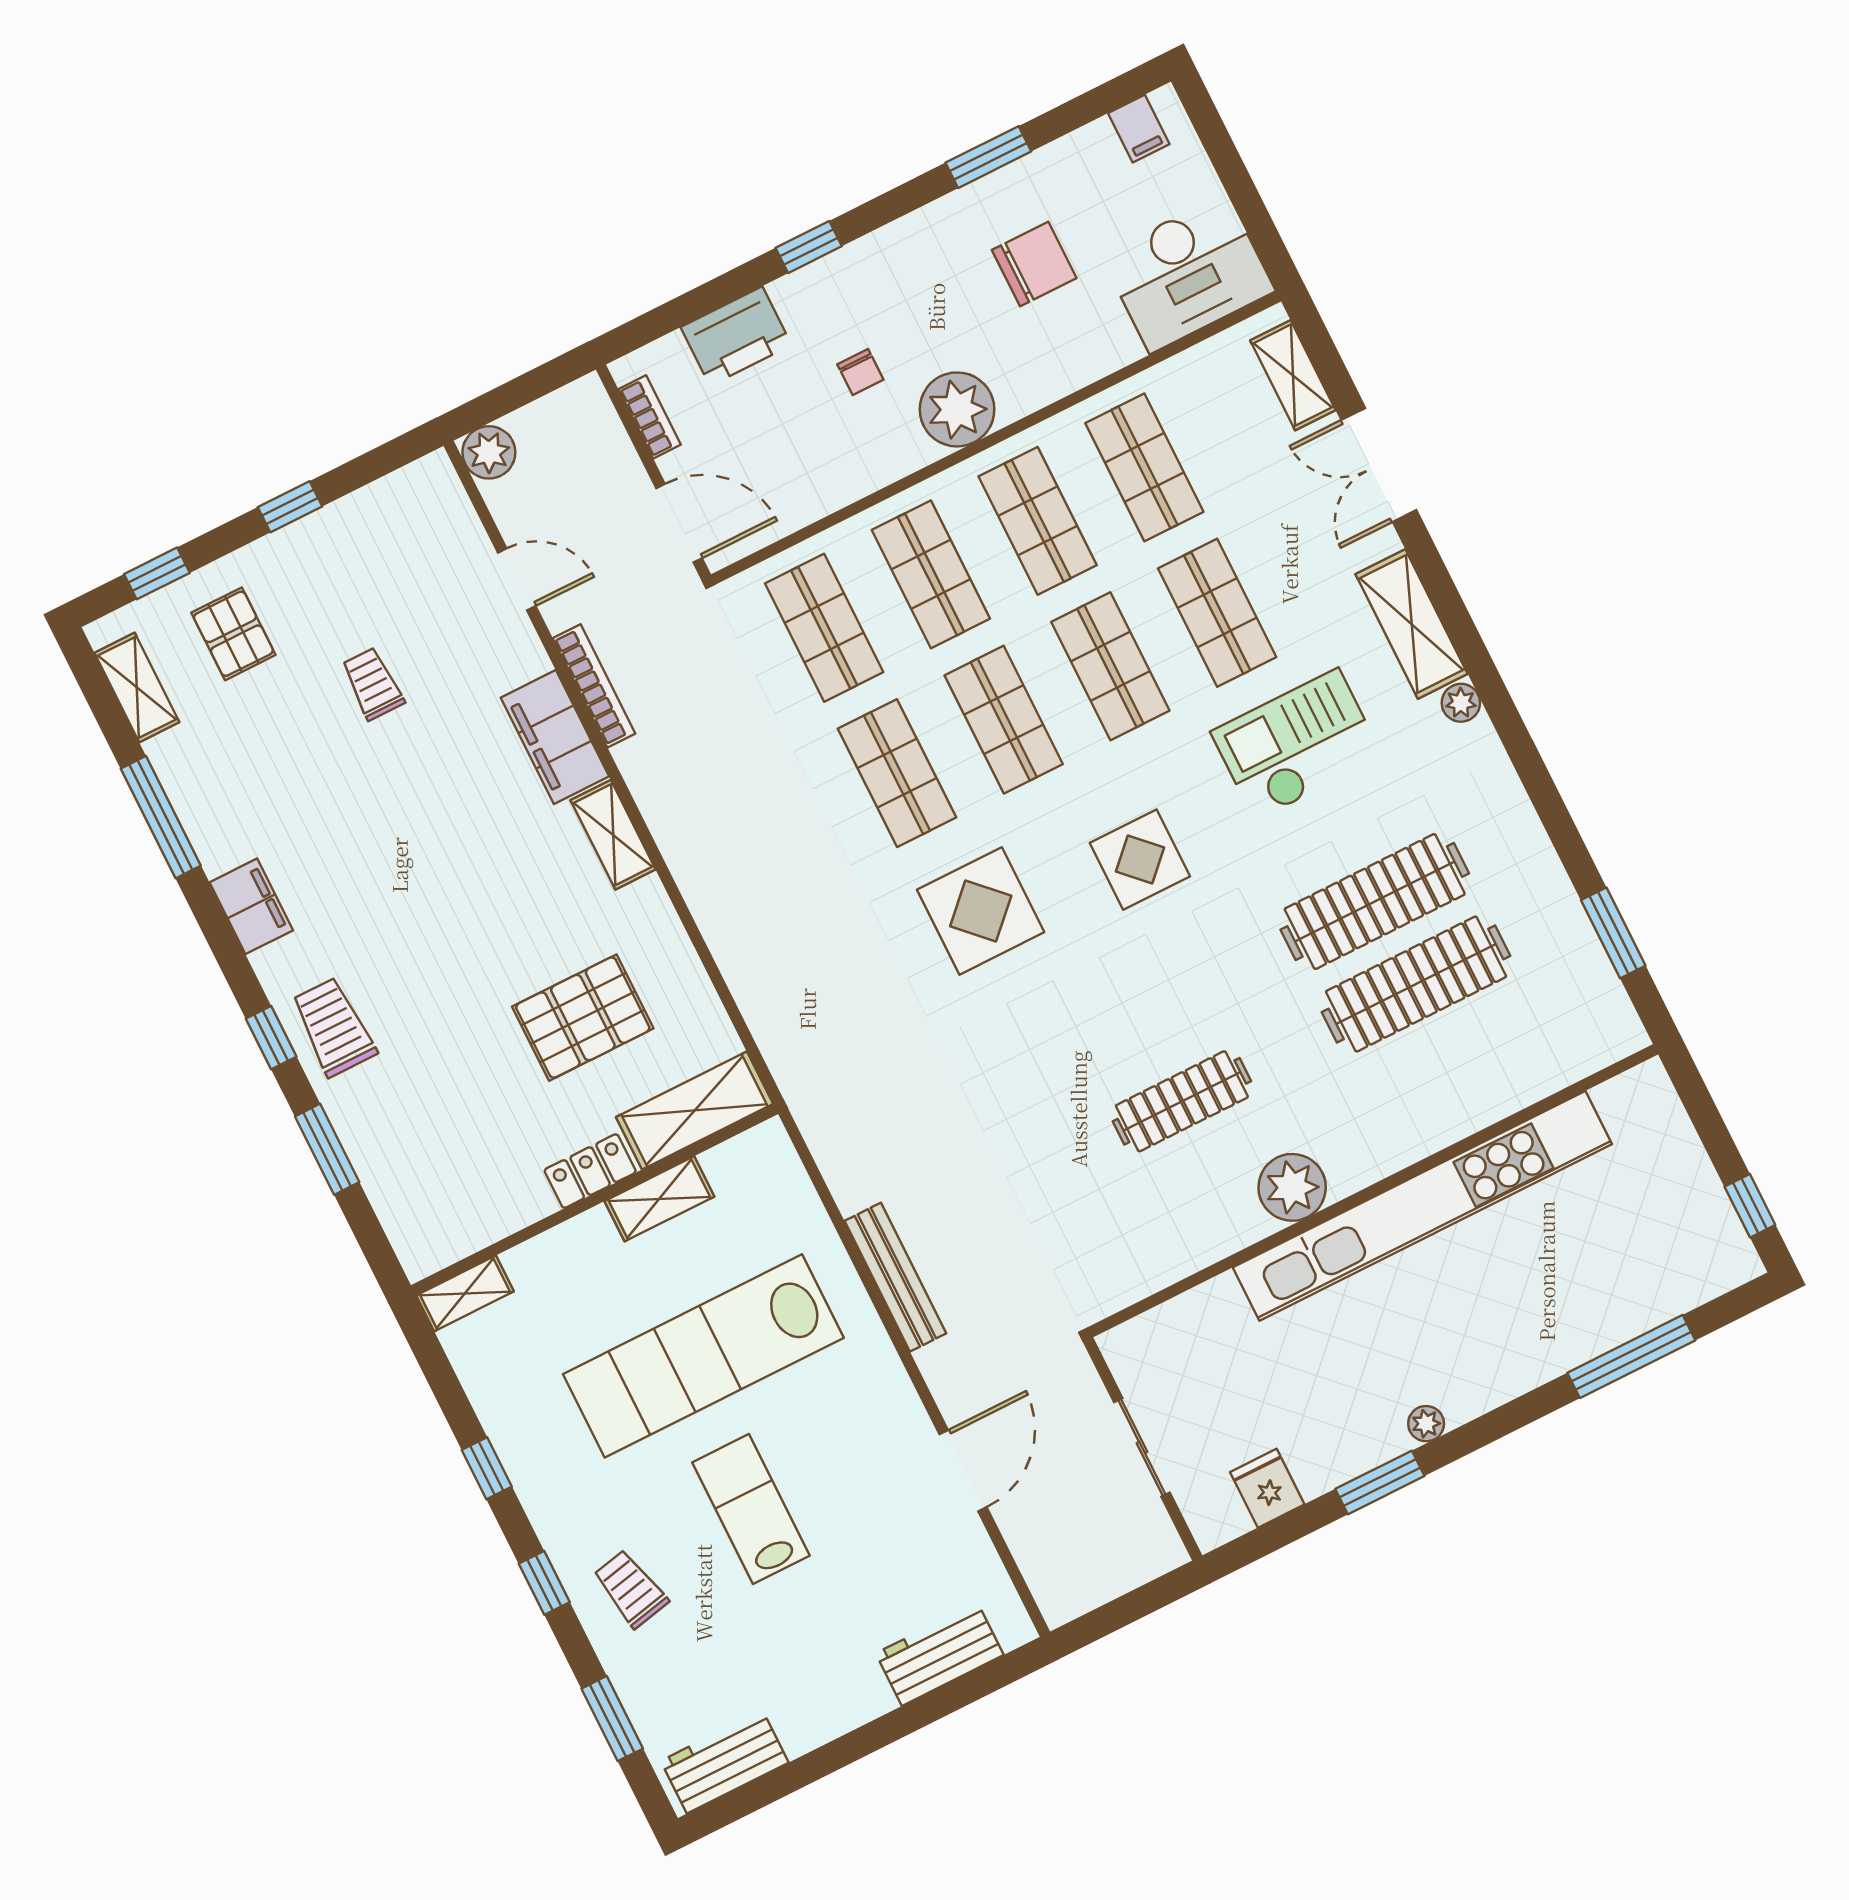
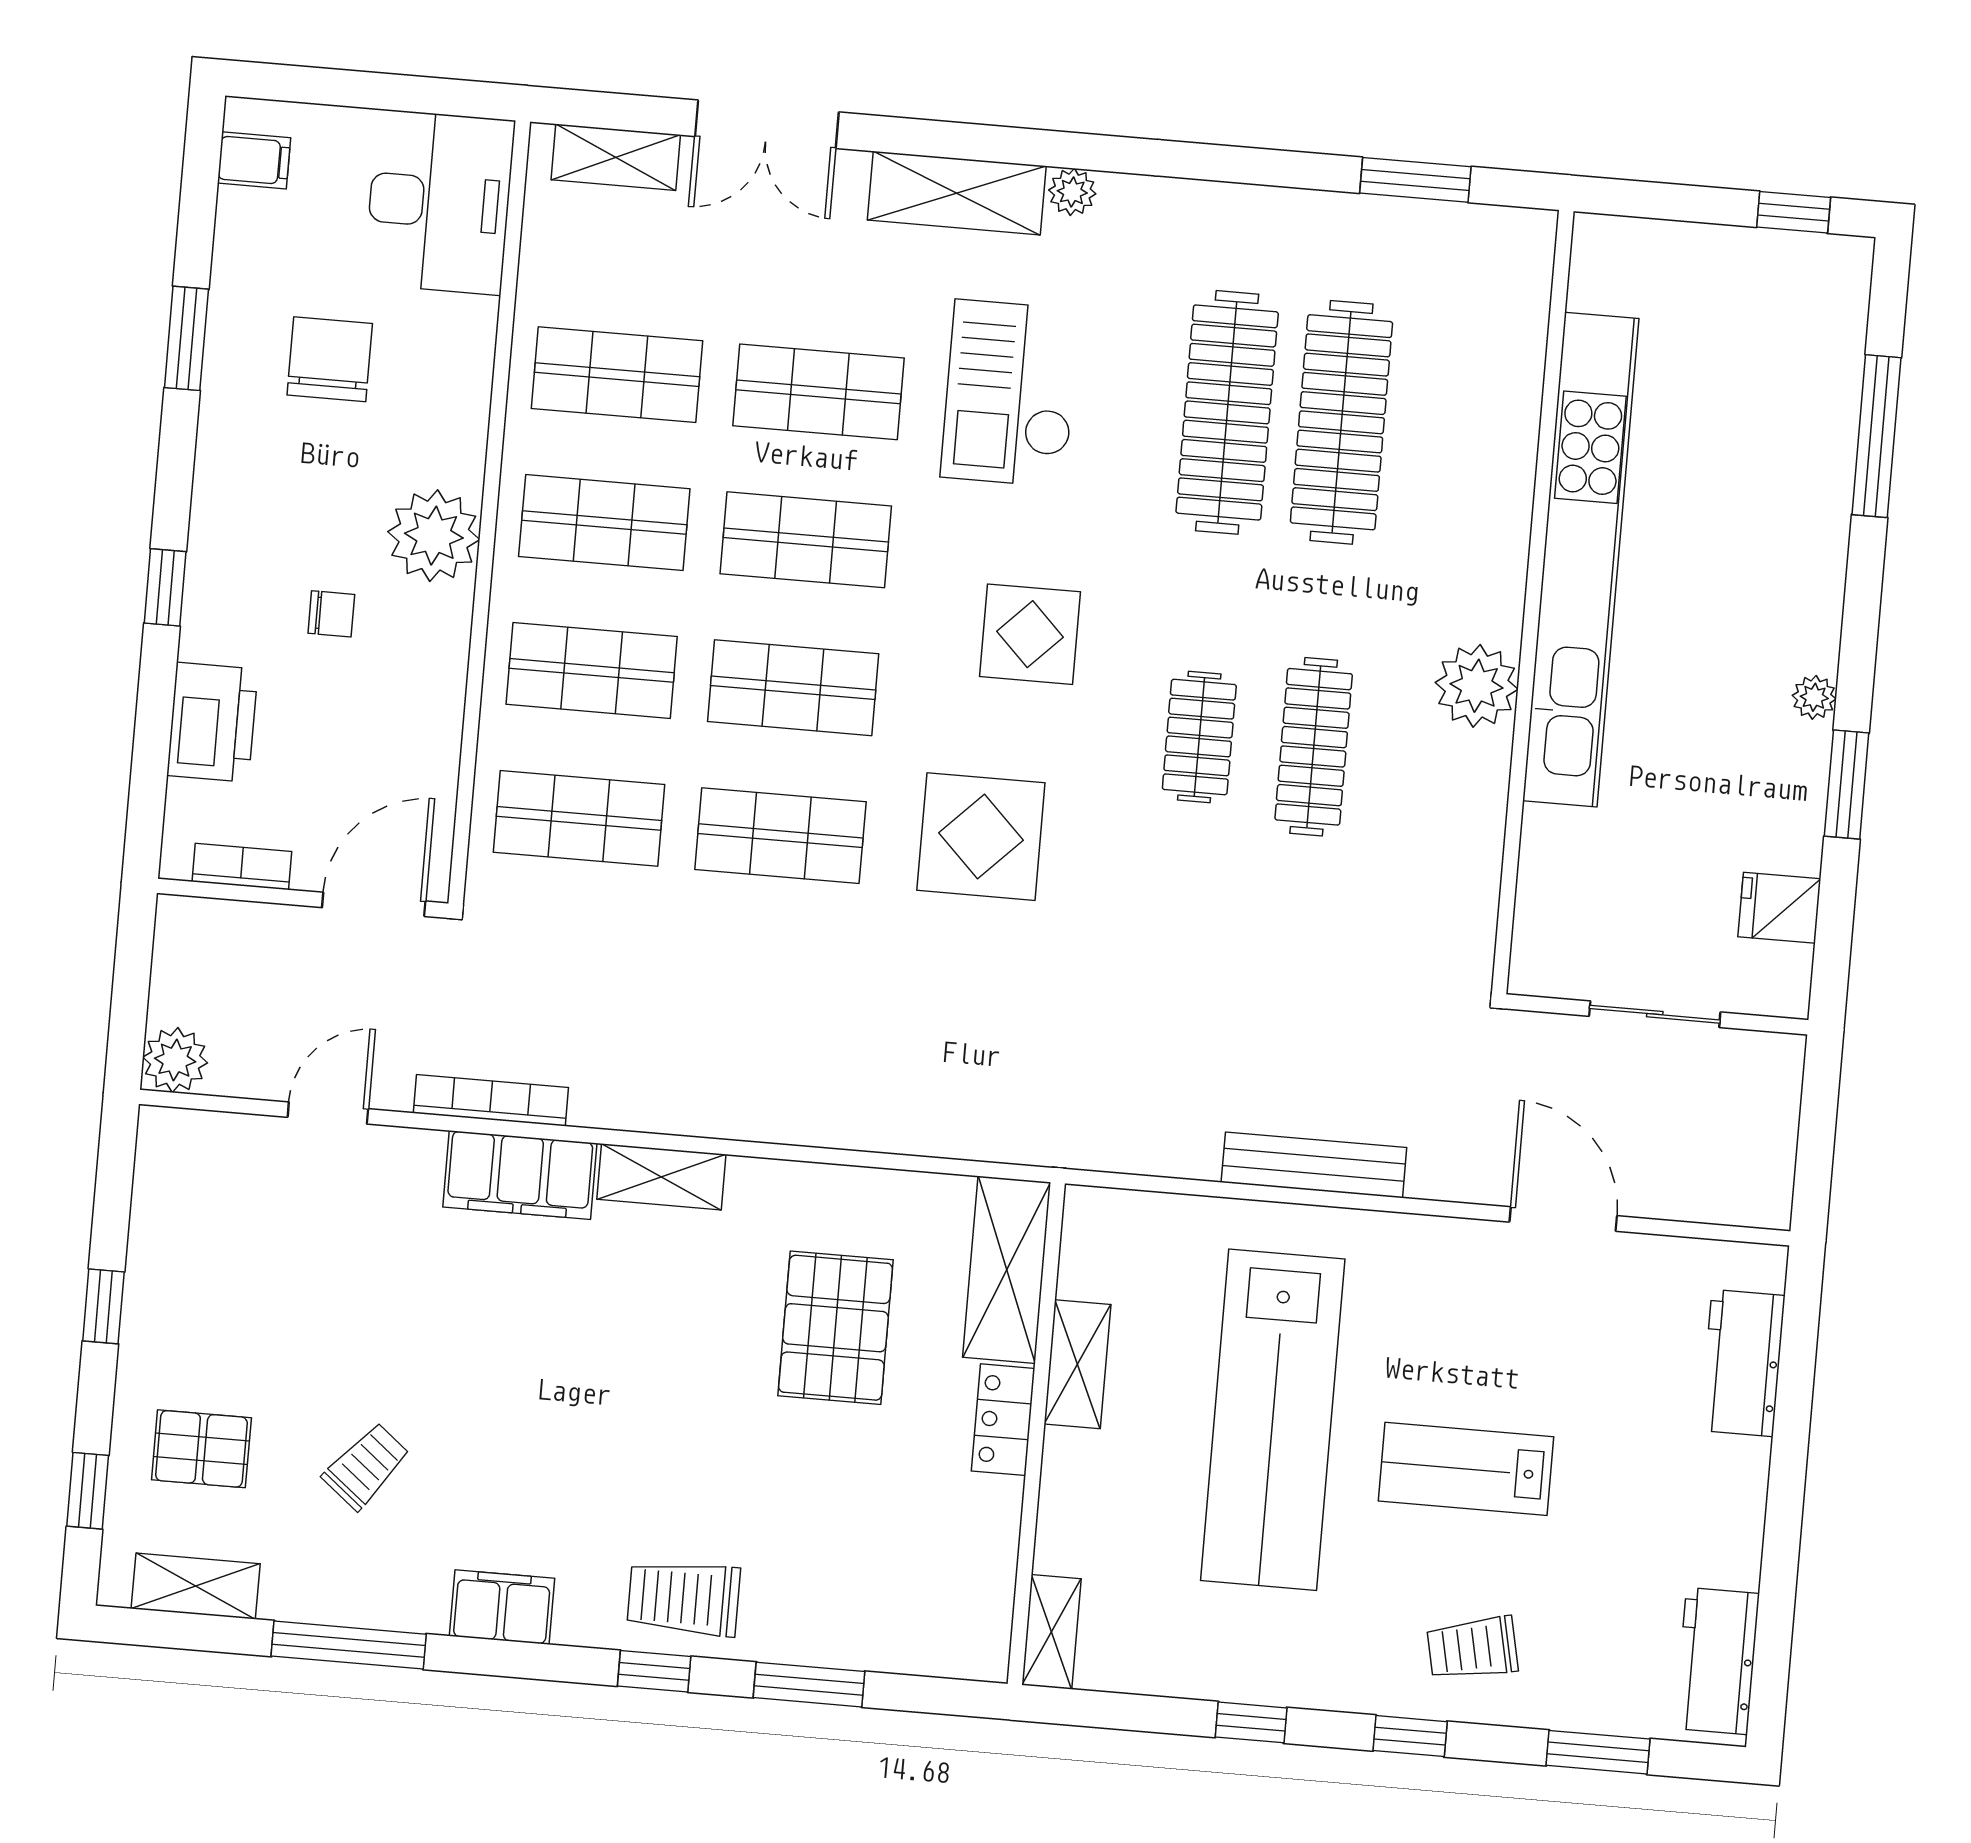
trolley: (373, 684) -> (366, 1466), moved, turned 129
clothes rail: (1141, 1019) -> (1199, 737), added

